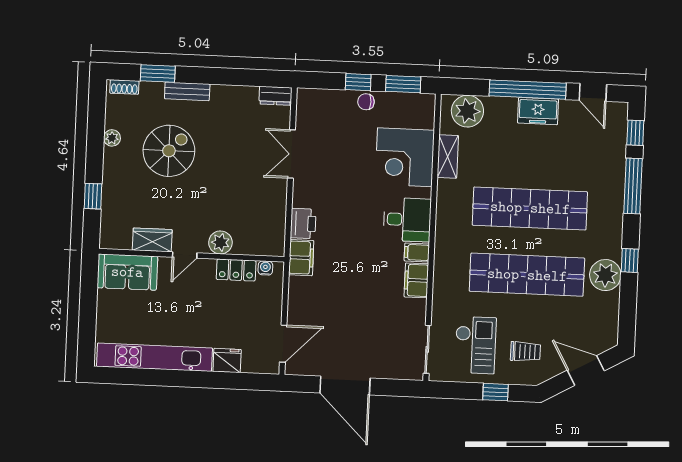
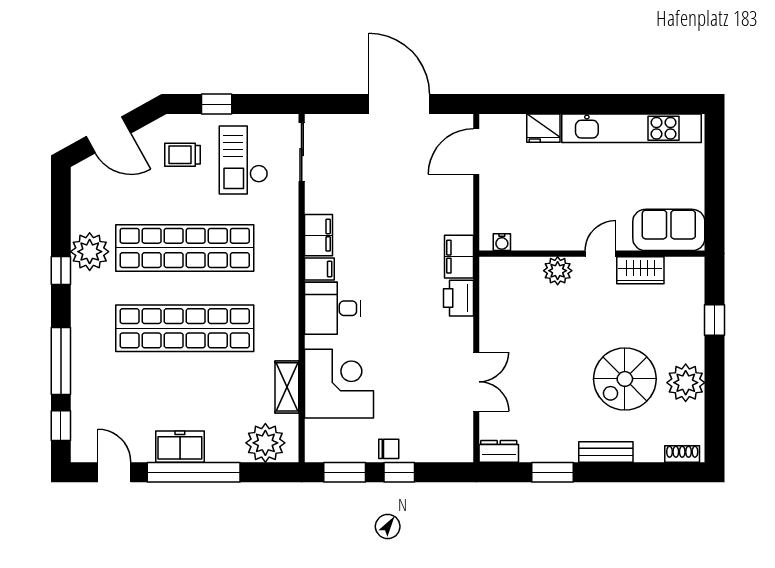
window: (158, 73) -> (553, 472), moved
plant: (112, 138) -> (686, 383), width x1.88, depth x1.88
locker: (236, 270) -> (537, 238), removed

